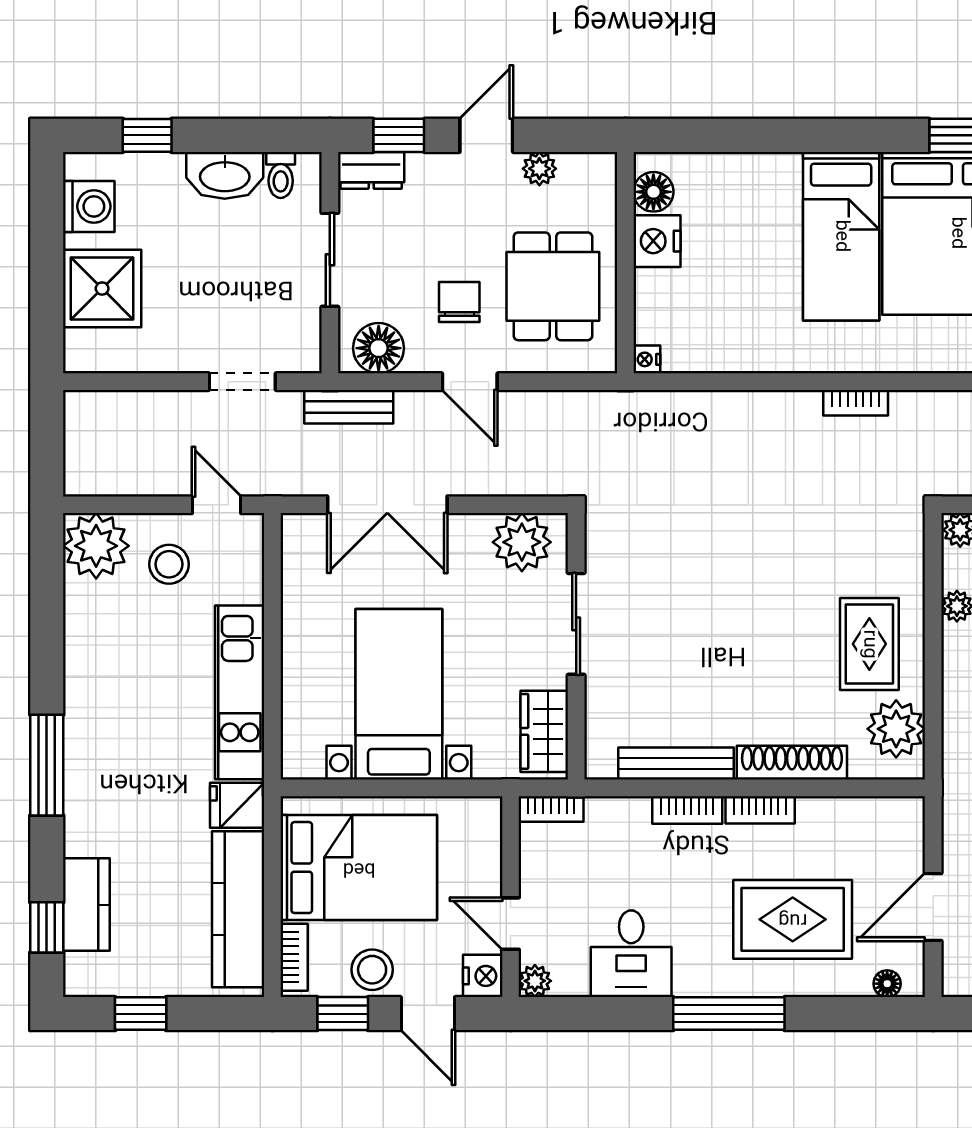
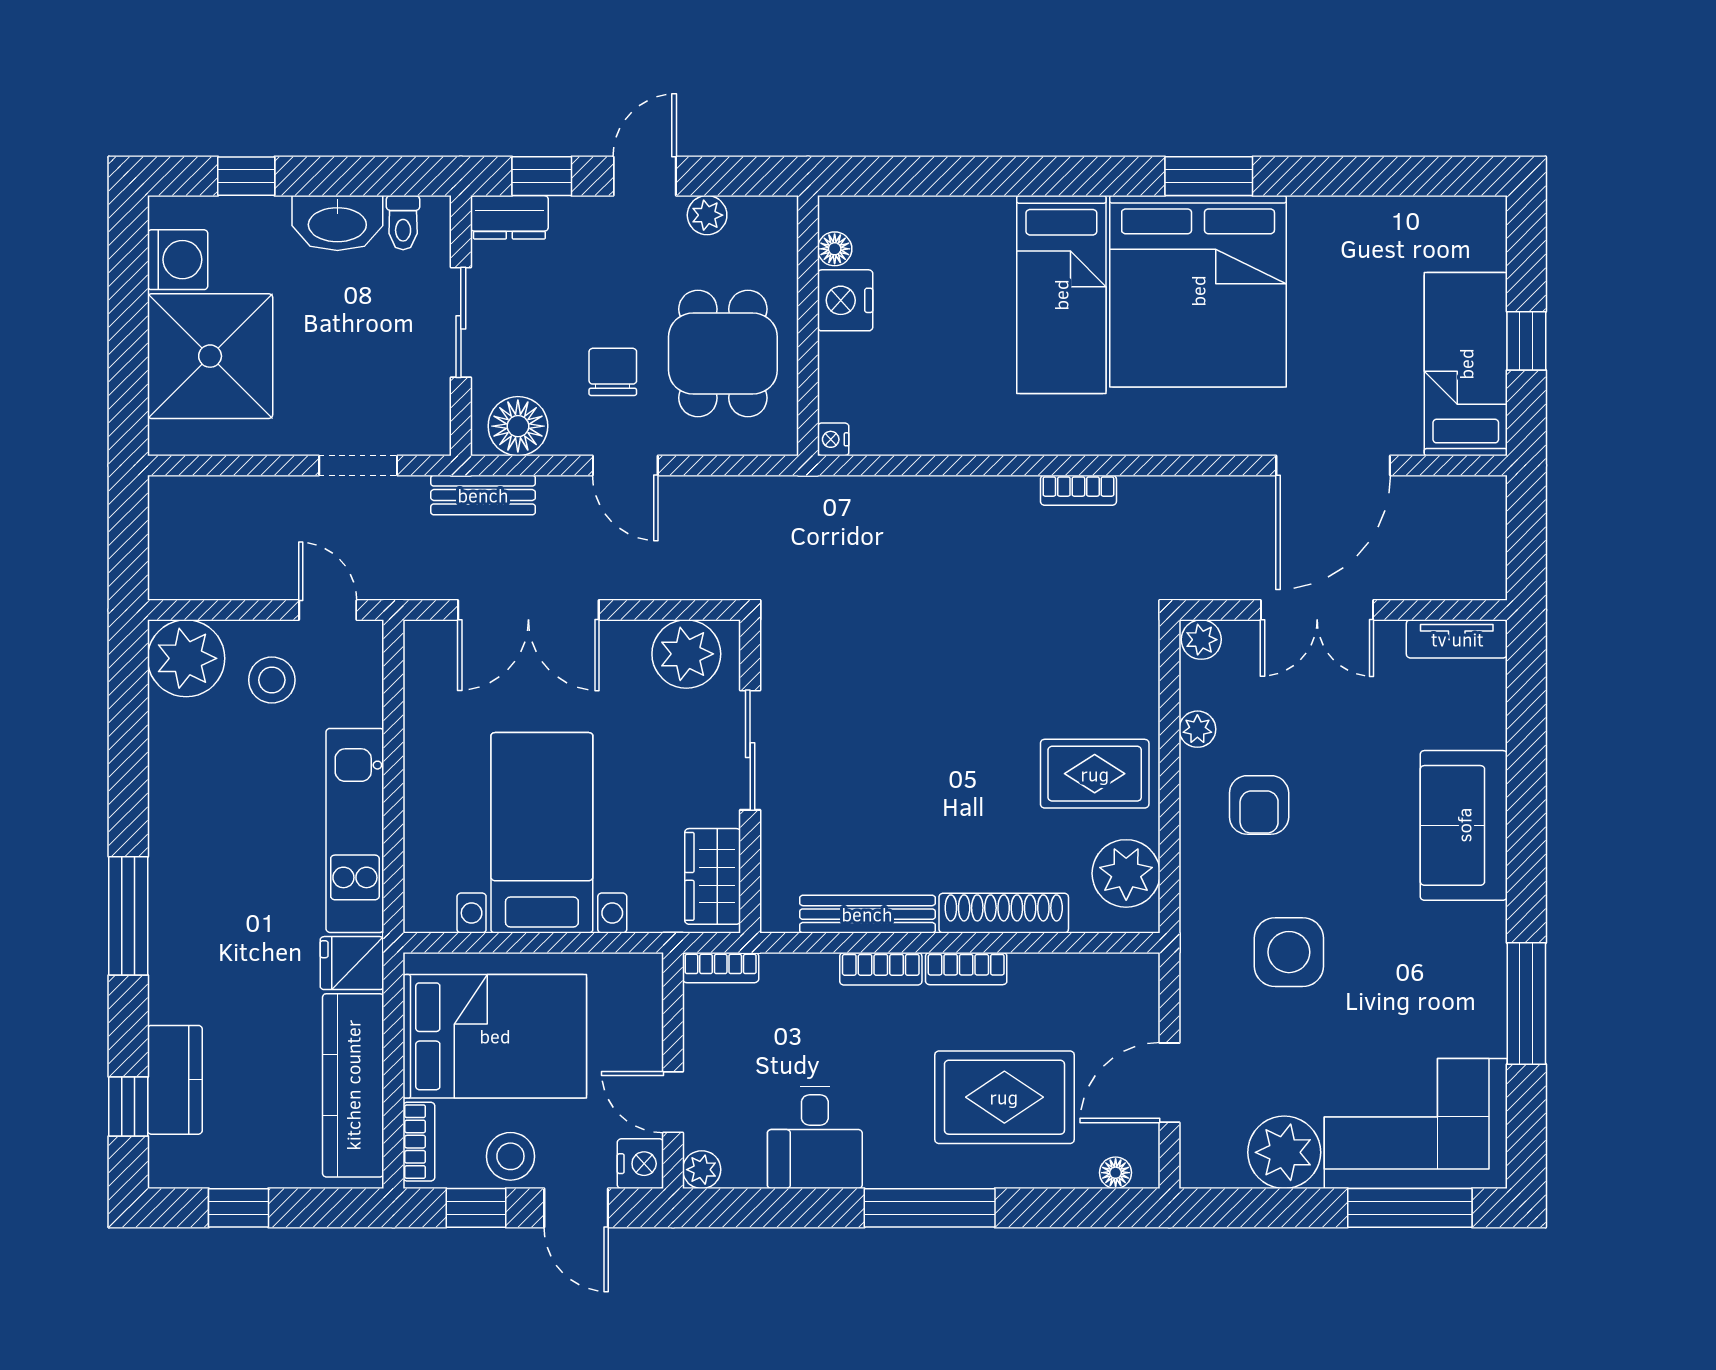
floor lamp: (653, 192) -> (835, 249), width x0.73, depth x0.73
shower: (102, 289) -> (210, 356), width x1.37, depth x1.37
rug: (869, 644) -> (1095, 774), turned 90

